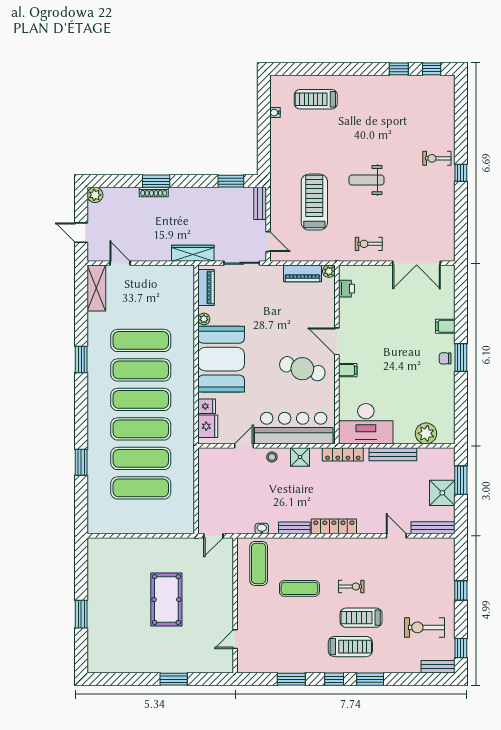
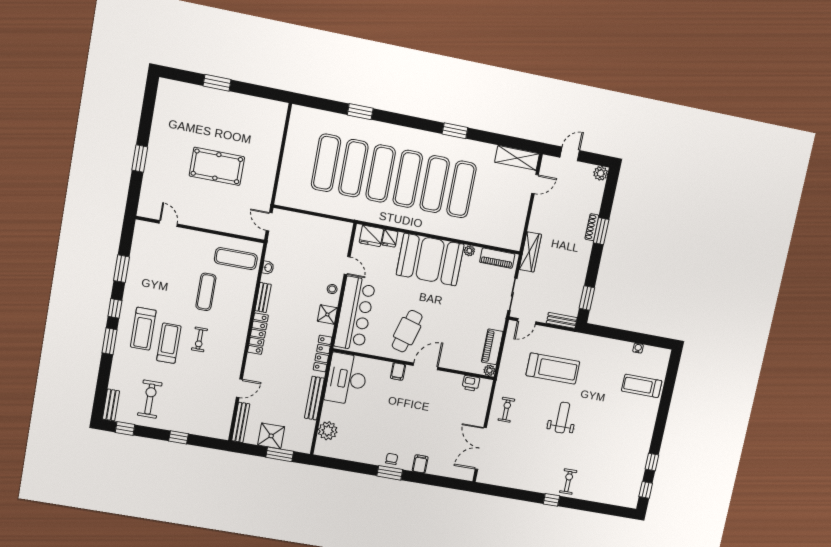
treadmill: (316, 99) -> (642, 386), turned -90

